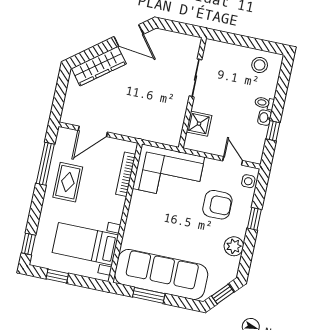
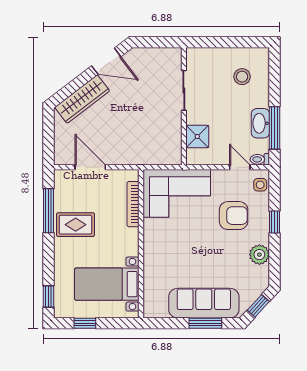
stool: (260, 65) -> (242, 77), moved
toilet: (264, 103) -> (260, 159), moved
washbasin: (265, 118) -> (260, 123), width x1.91, depth x1.45
door: (93, 131) -> (90, 167), swing flipped
window: (273, 131) -> (275, 128), width x2.17
rug: (68, 182) -> (76, 225), turned 90
sofa: (161, 274) -> (204, 303), width x0.74, depth x0.79
window: (149, 295) -> (205, 323), moved

